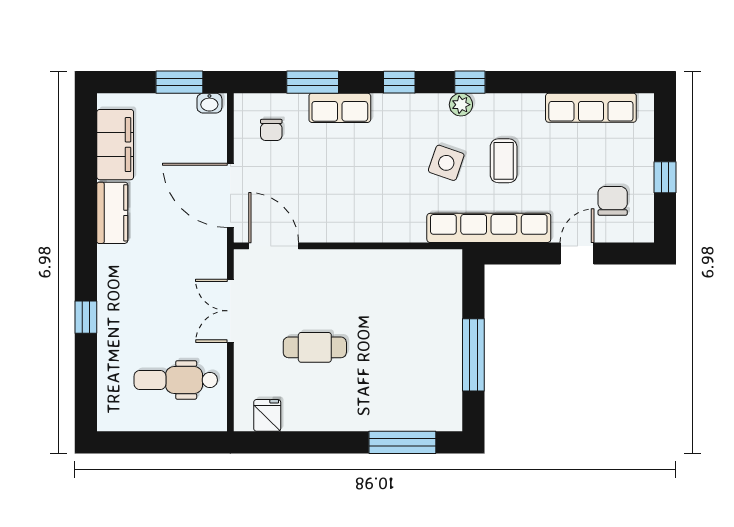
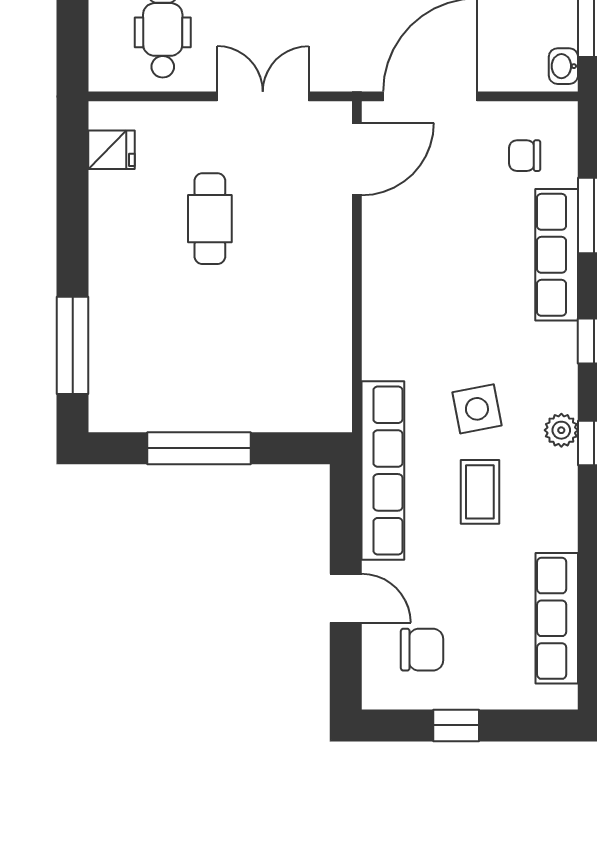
row of seats: (340, 108) -> (557, 255), width x1.48
coffee table: (504, 161) -> (480, 492), turned 90
side table: (446, 163) -> (477, 409), turned -30

